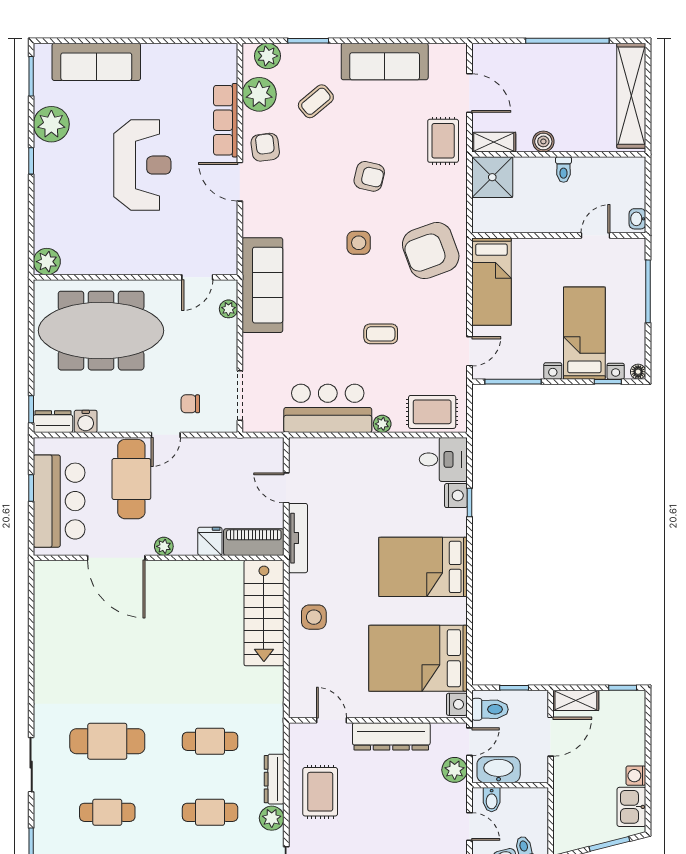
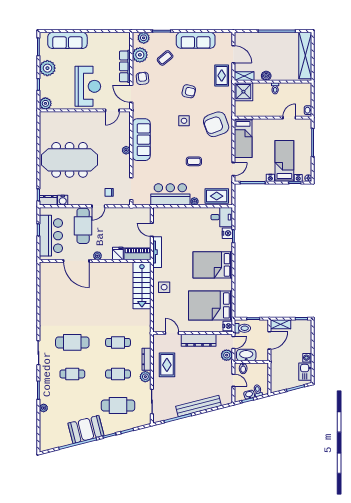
plant: (47, 262) -> (45, 103), moved
wall: (135, 277) -> (85, 110), moved
door: (197, 277) -> (112, 110), moved

